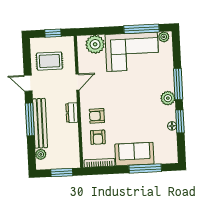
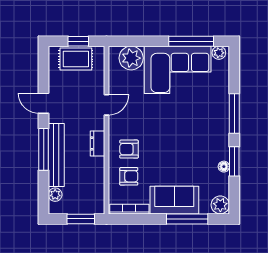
rug: (49, 61) -> (76, 59), moved
plant: (168, 98) -> (220, 205), moved
armchair: (98, 137) -> (129, 176), turned -90

